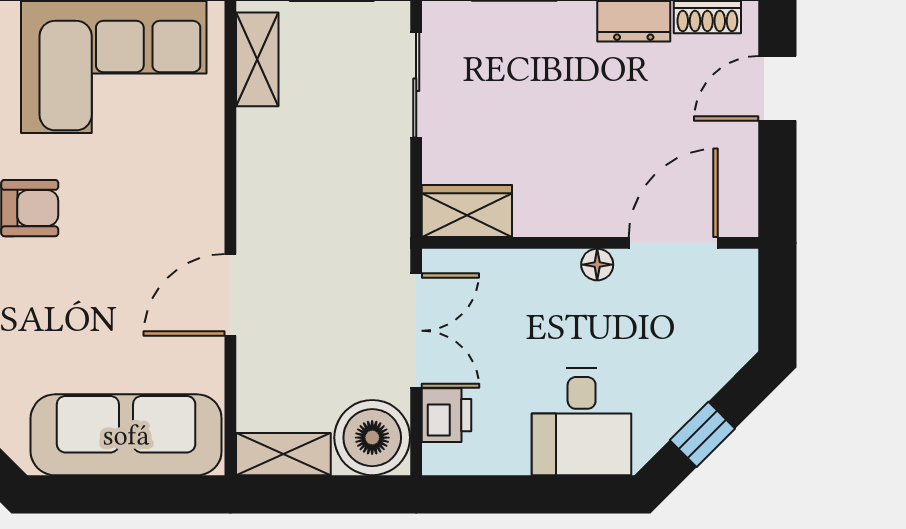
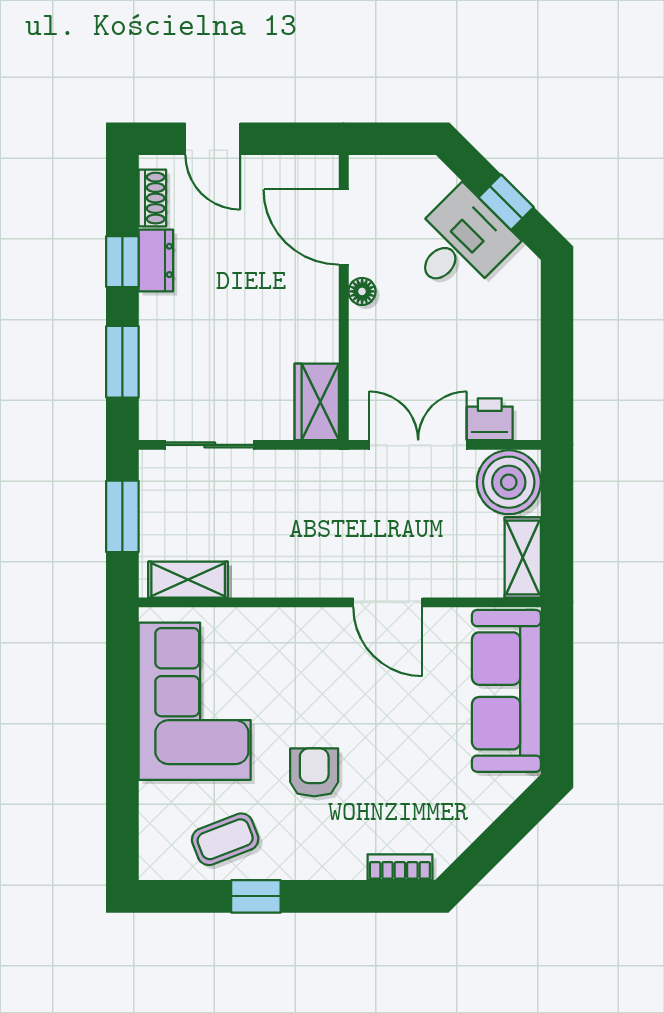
desk: (582, 422) -> (460, 243), moved, turned -45

